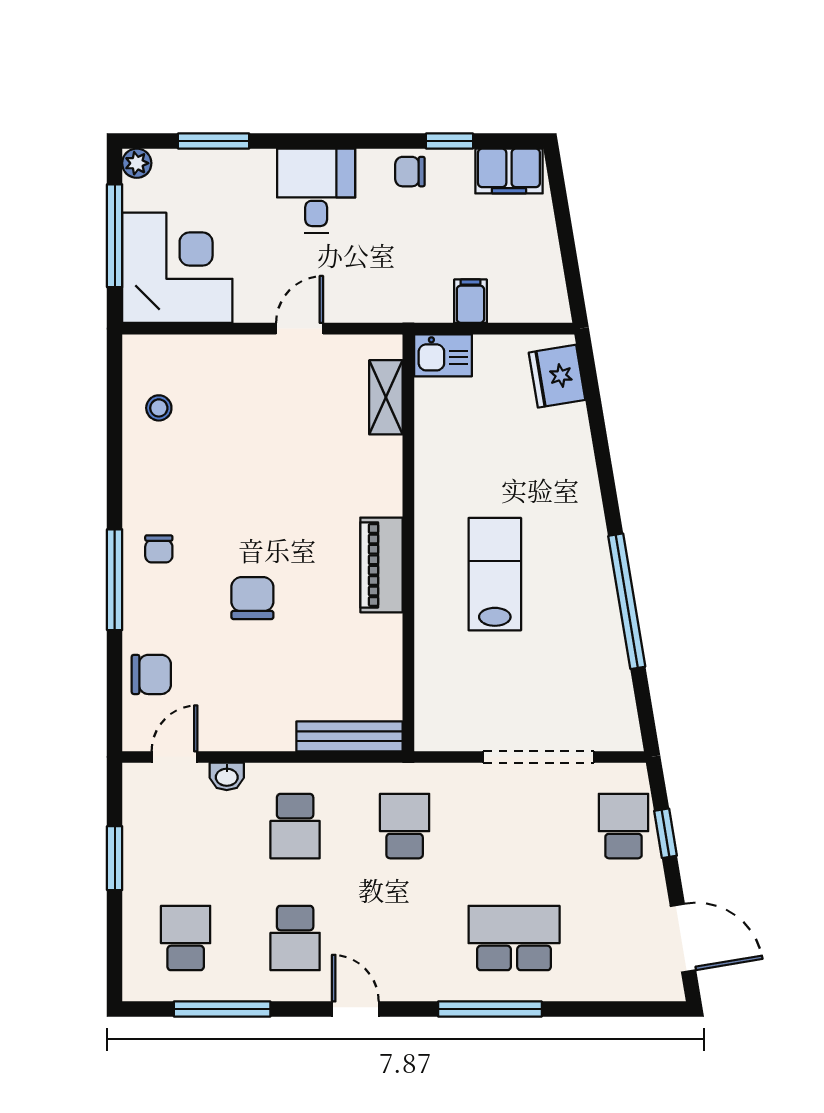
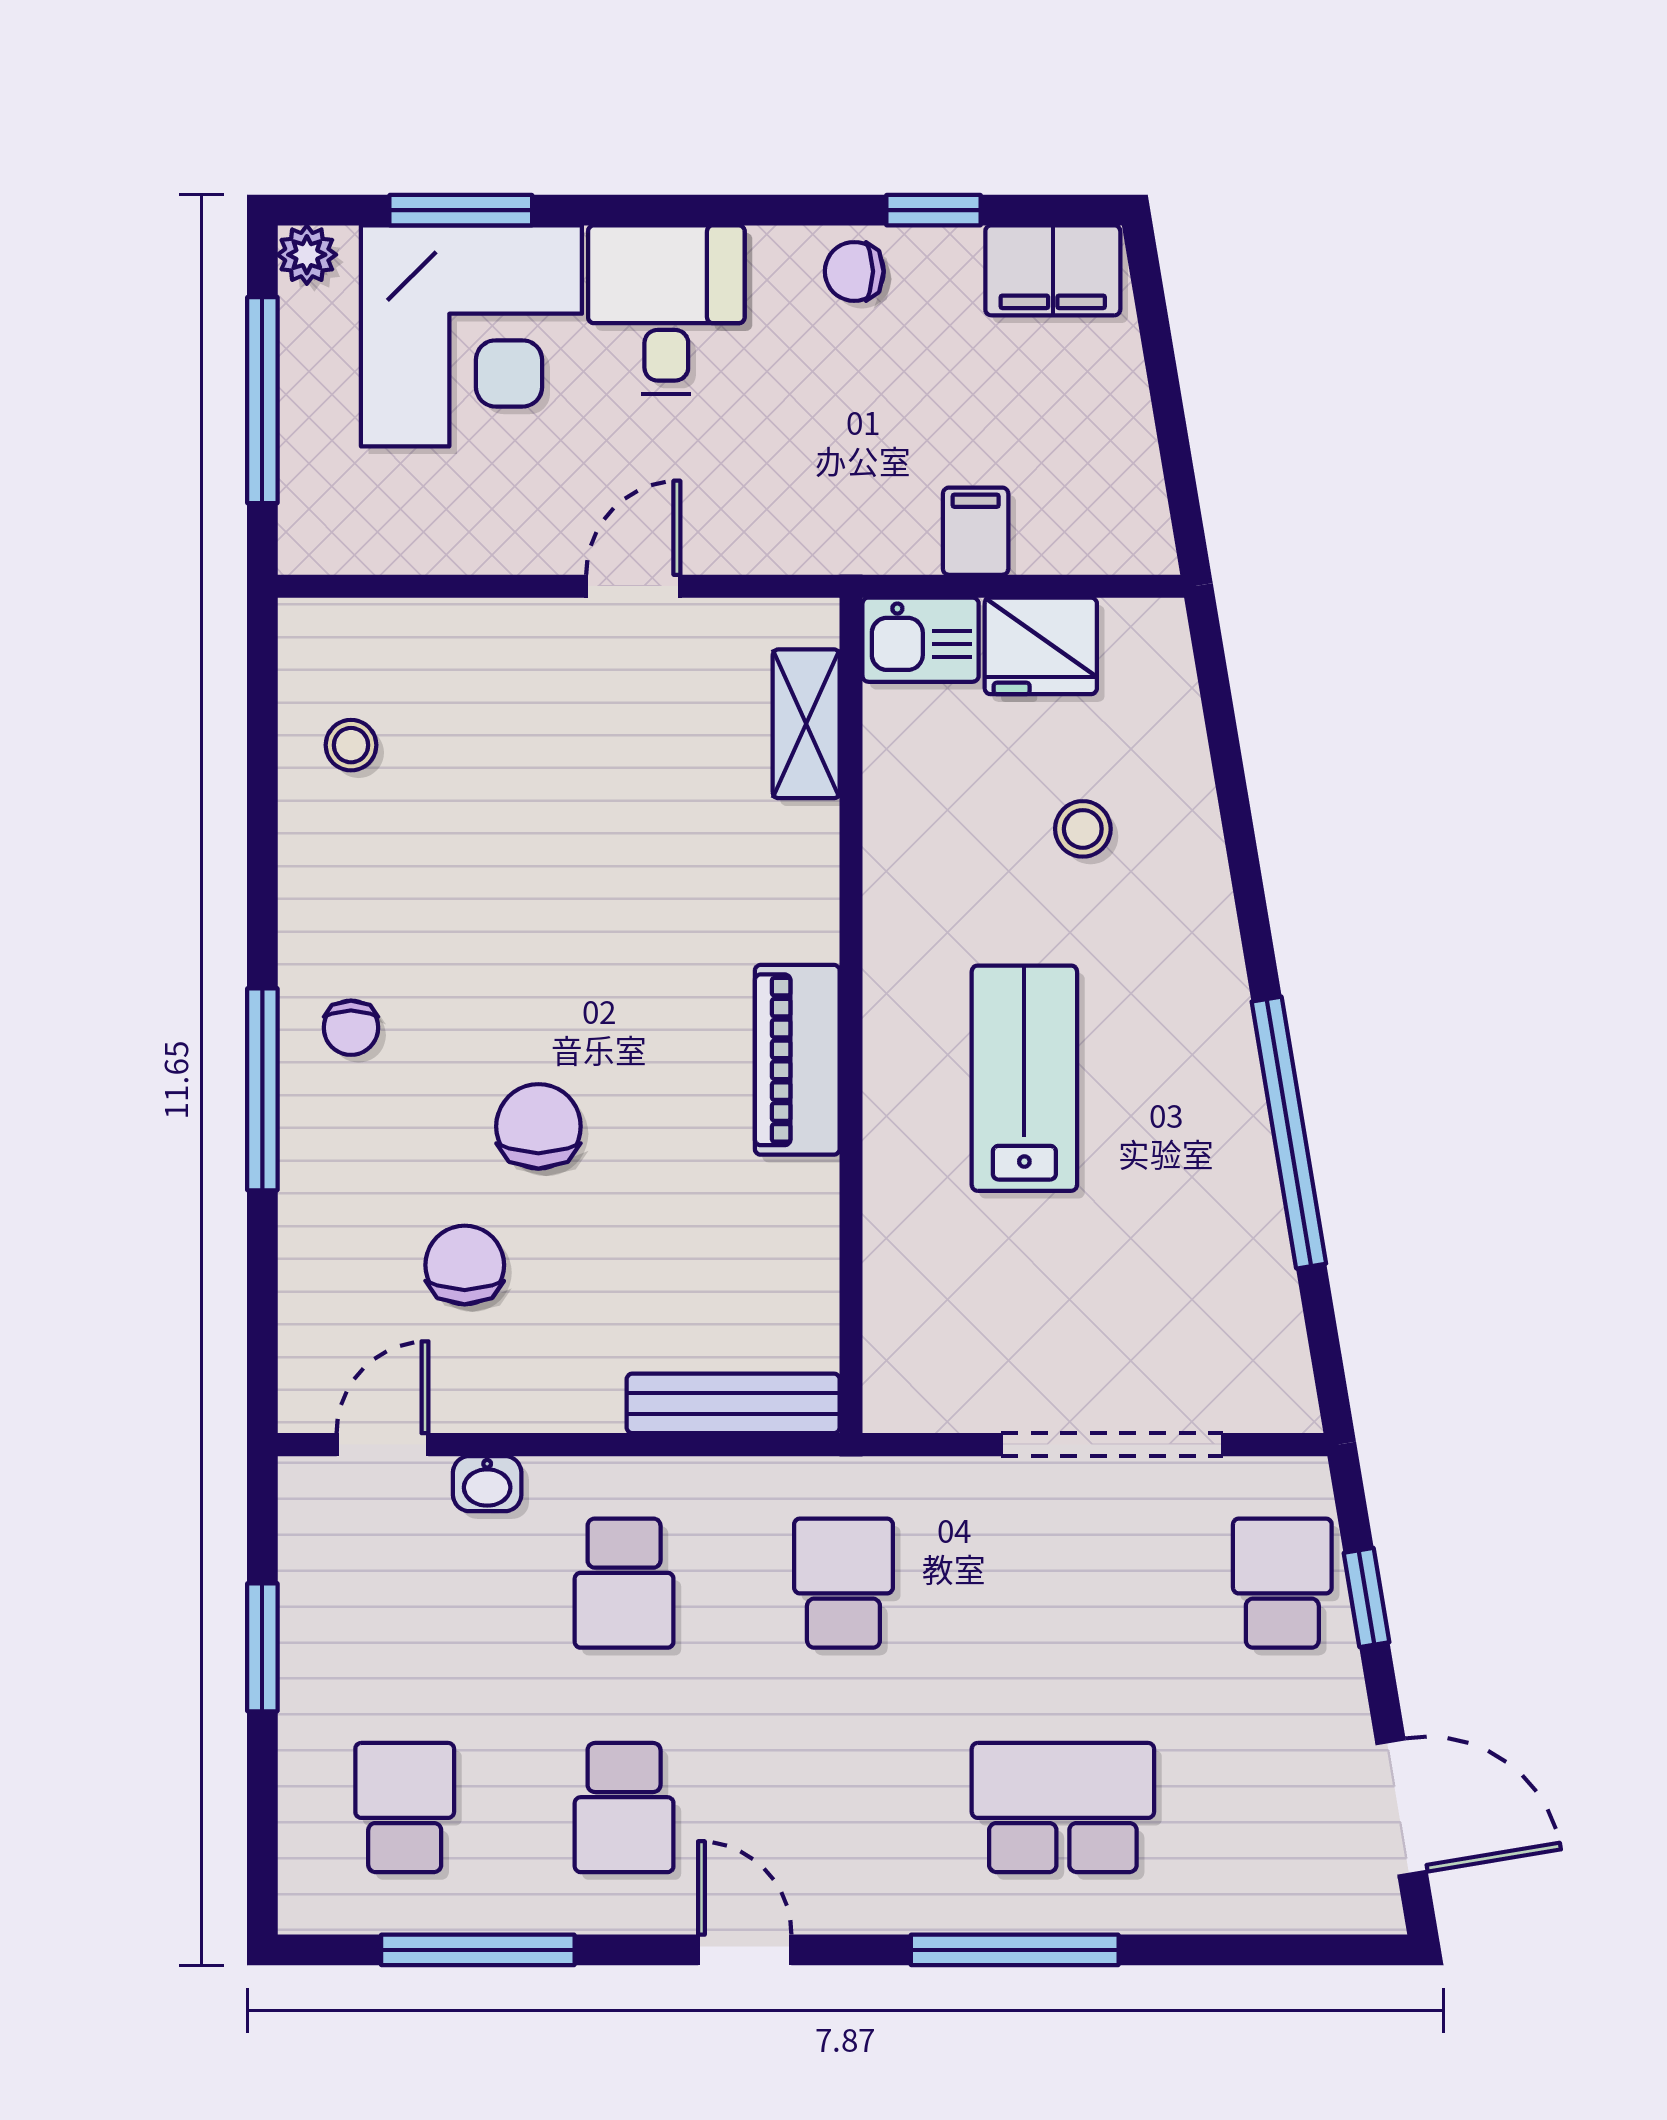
corner desk: (177, 268) -> (471, 336), moved, turned 90
fridge: (557, 376) -> (1041, 646), moved, turned -81
stool: (524, 450) -> (1083, 829), added
chair: (151, 674) -> (465, 1265), moved, turned -90

